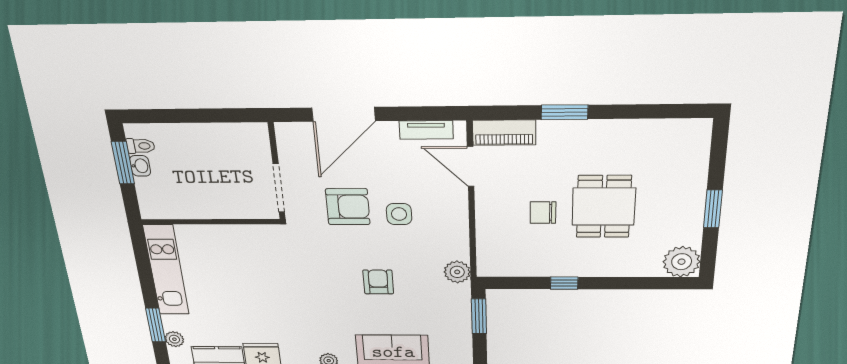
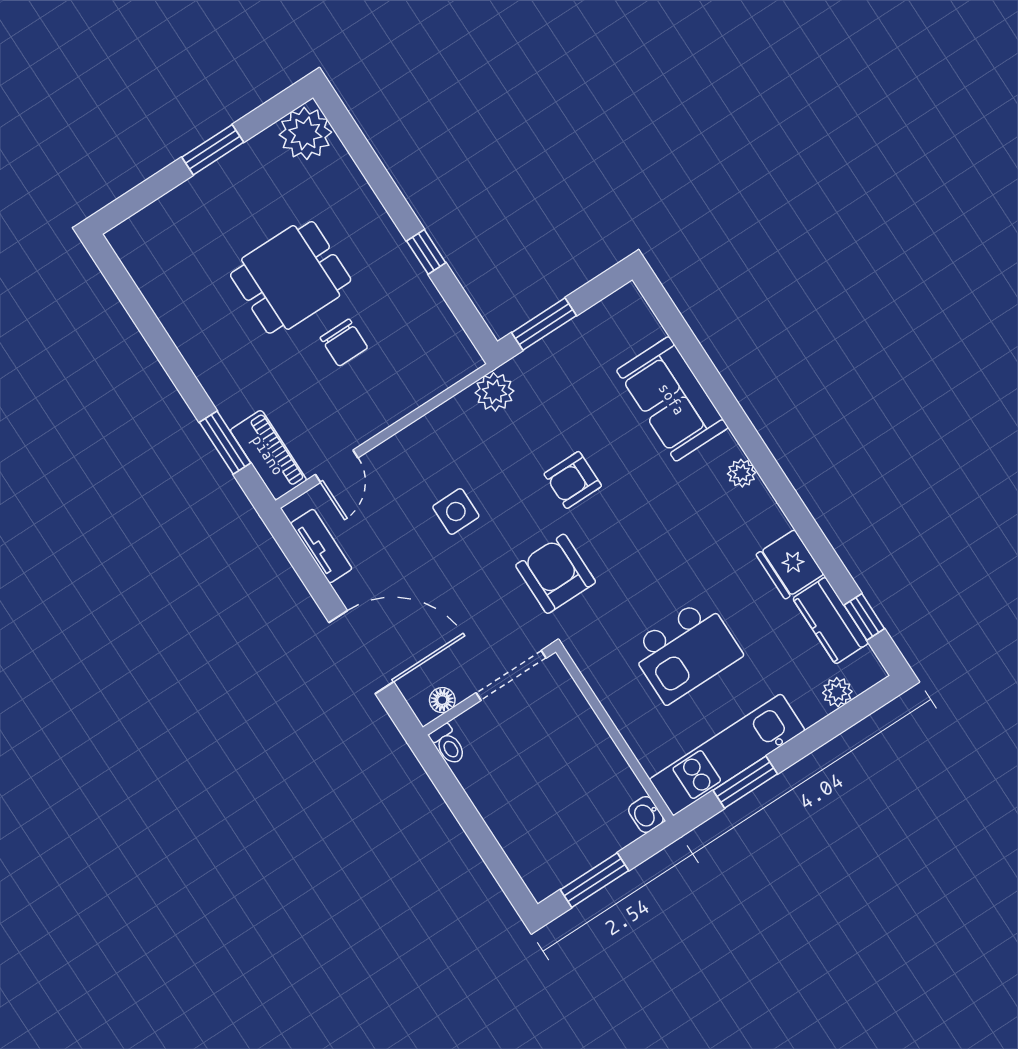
window: (565, 112) -> (225, 443), moved
floor lamp: (285, 143) -> (442, 700), added
toilet: (141, 146) -> (448, 745), moved, turned 180
washbasin: (140, 166) -> (646, 815), moved, turned -90
door: (471, 167) -> (337, 466), width x0.73
armchair: (348, 207) -> (556, 574), moved
kitchen island: (241, 283) -> (686, 651), added
window: (155, 325) -> (745, 782), moved

